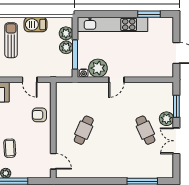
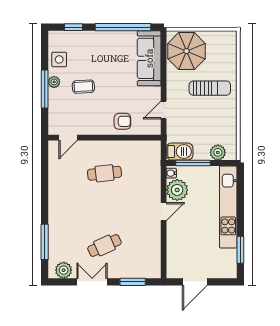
barbecue: (35, 25) -> (180, 152), moved, turned 90
plant: (66, 47) -> (201, 153), removed
door: (116, 80) -> (164, 212), swing flipped
armchair: (39, 115) -> (122, 121), turned 90
plant: (166, 119) -> (64, 270), moved
cafe table: (84, 130) -> (105, 173), turned -30

